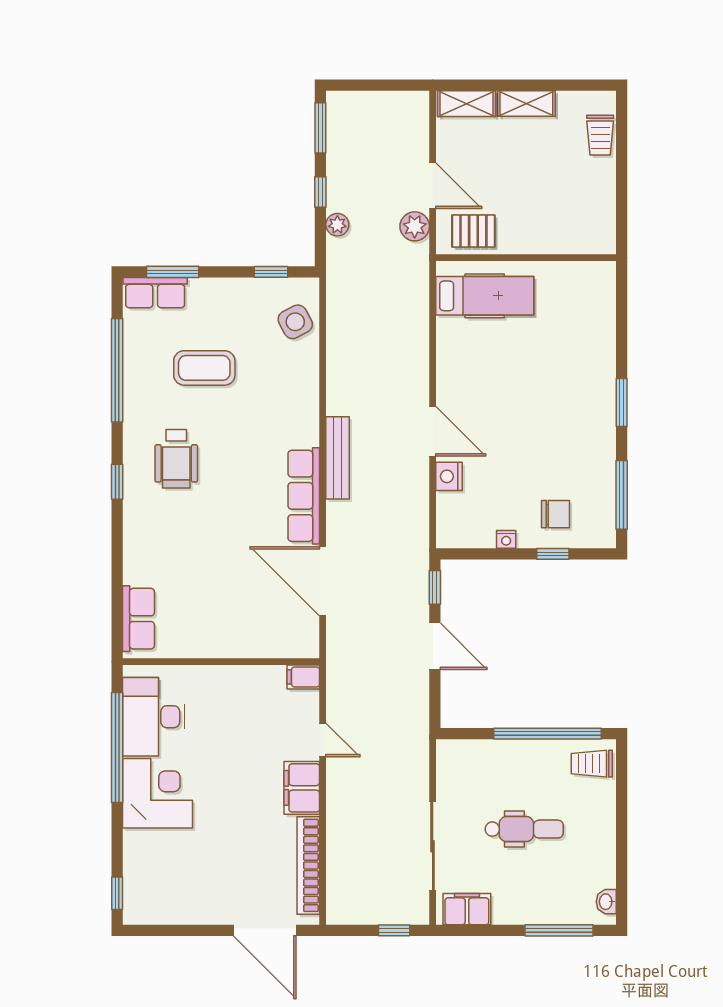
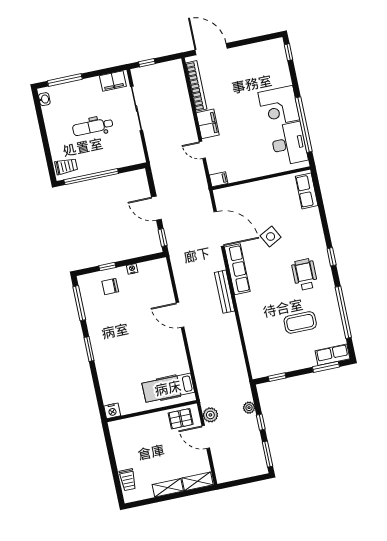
trolley: (600, 135) -> (128, 480), turned 180
side table: (295, 322) -> (271, 236), moved
nightstand: (449, 476) -> (112, 411), moved, turned 90

